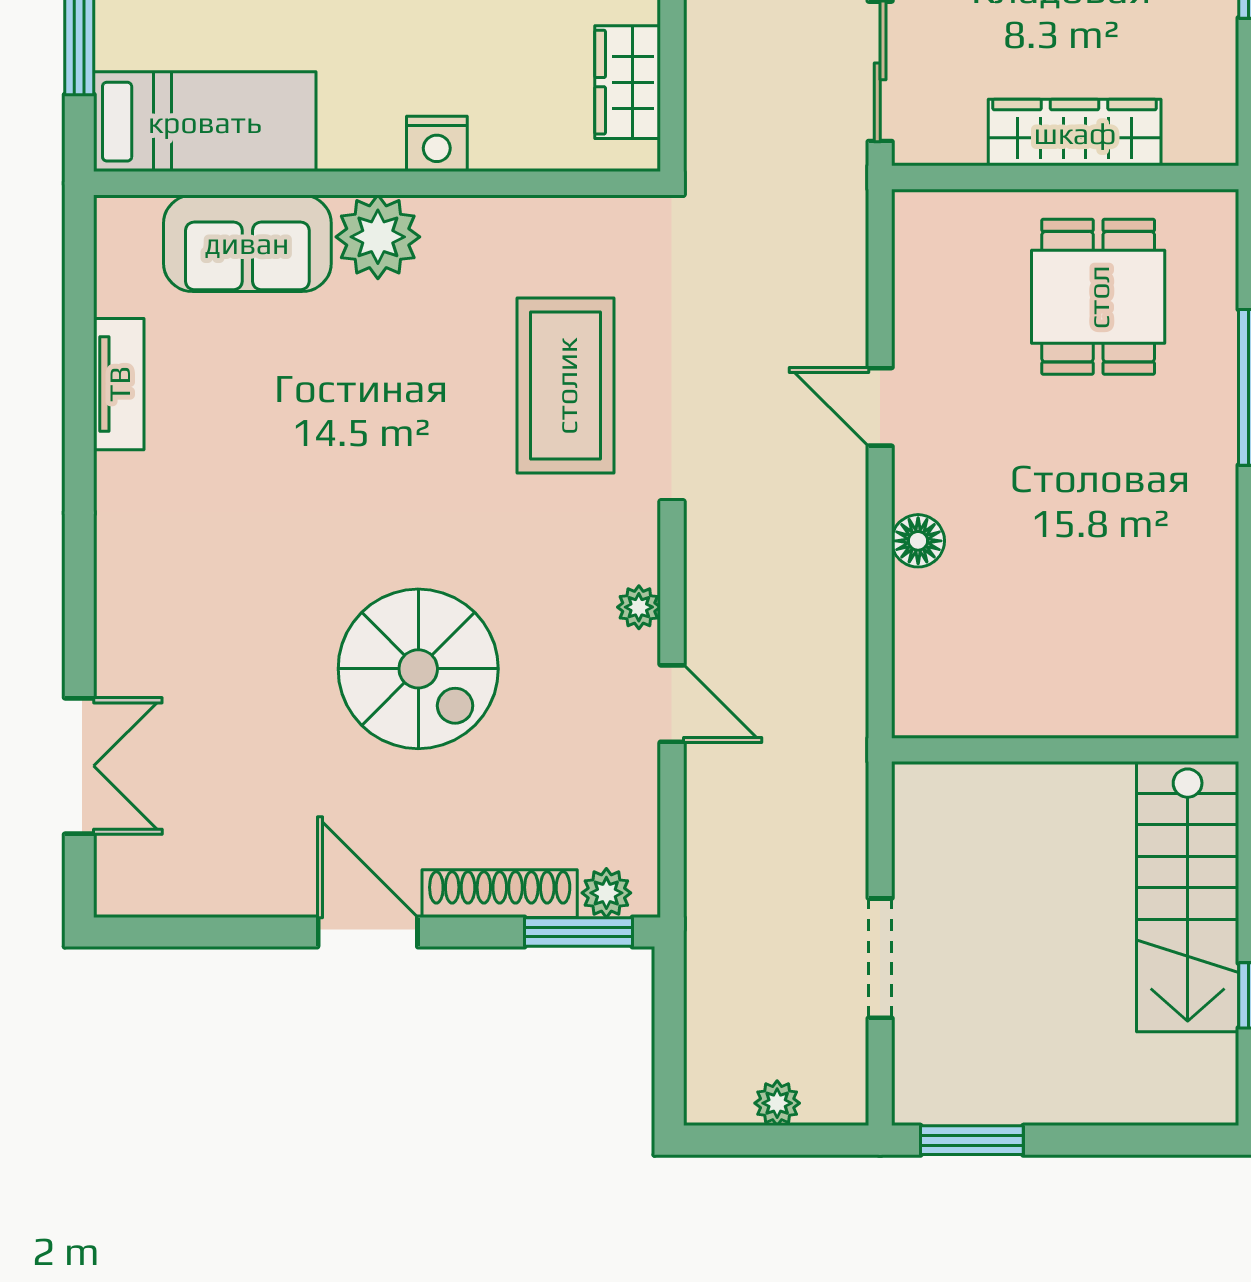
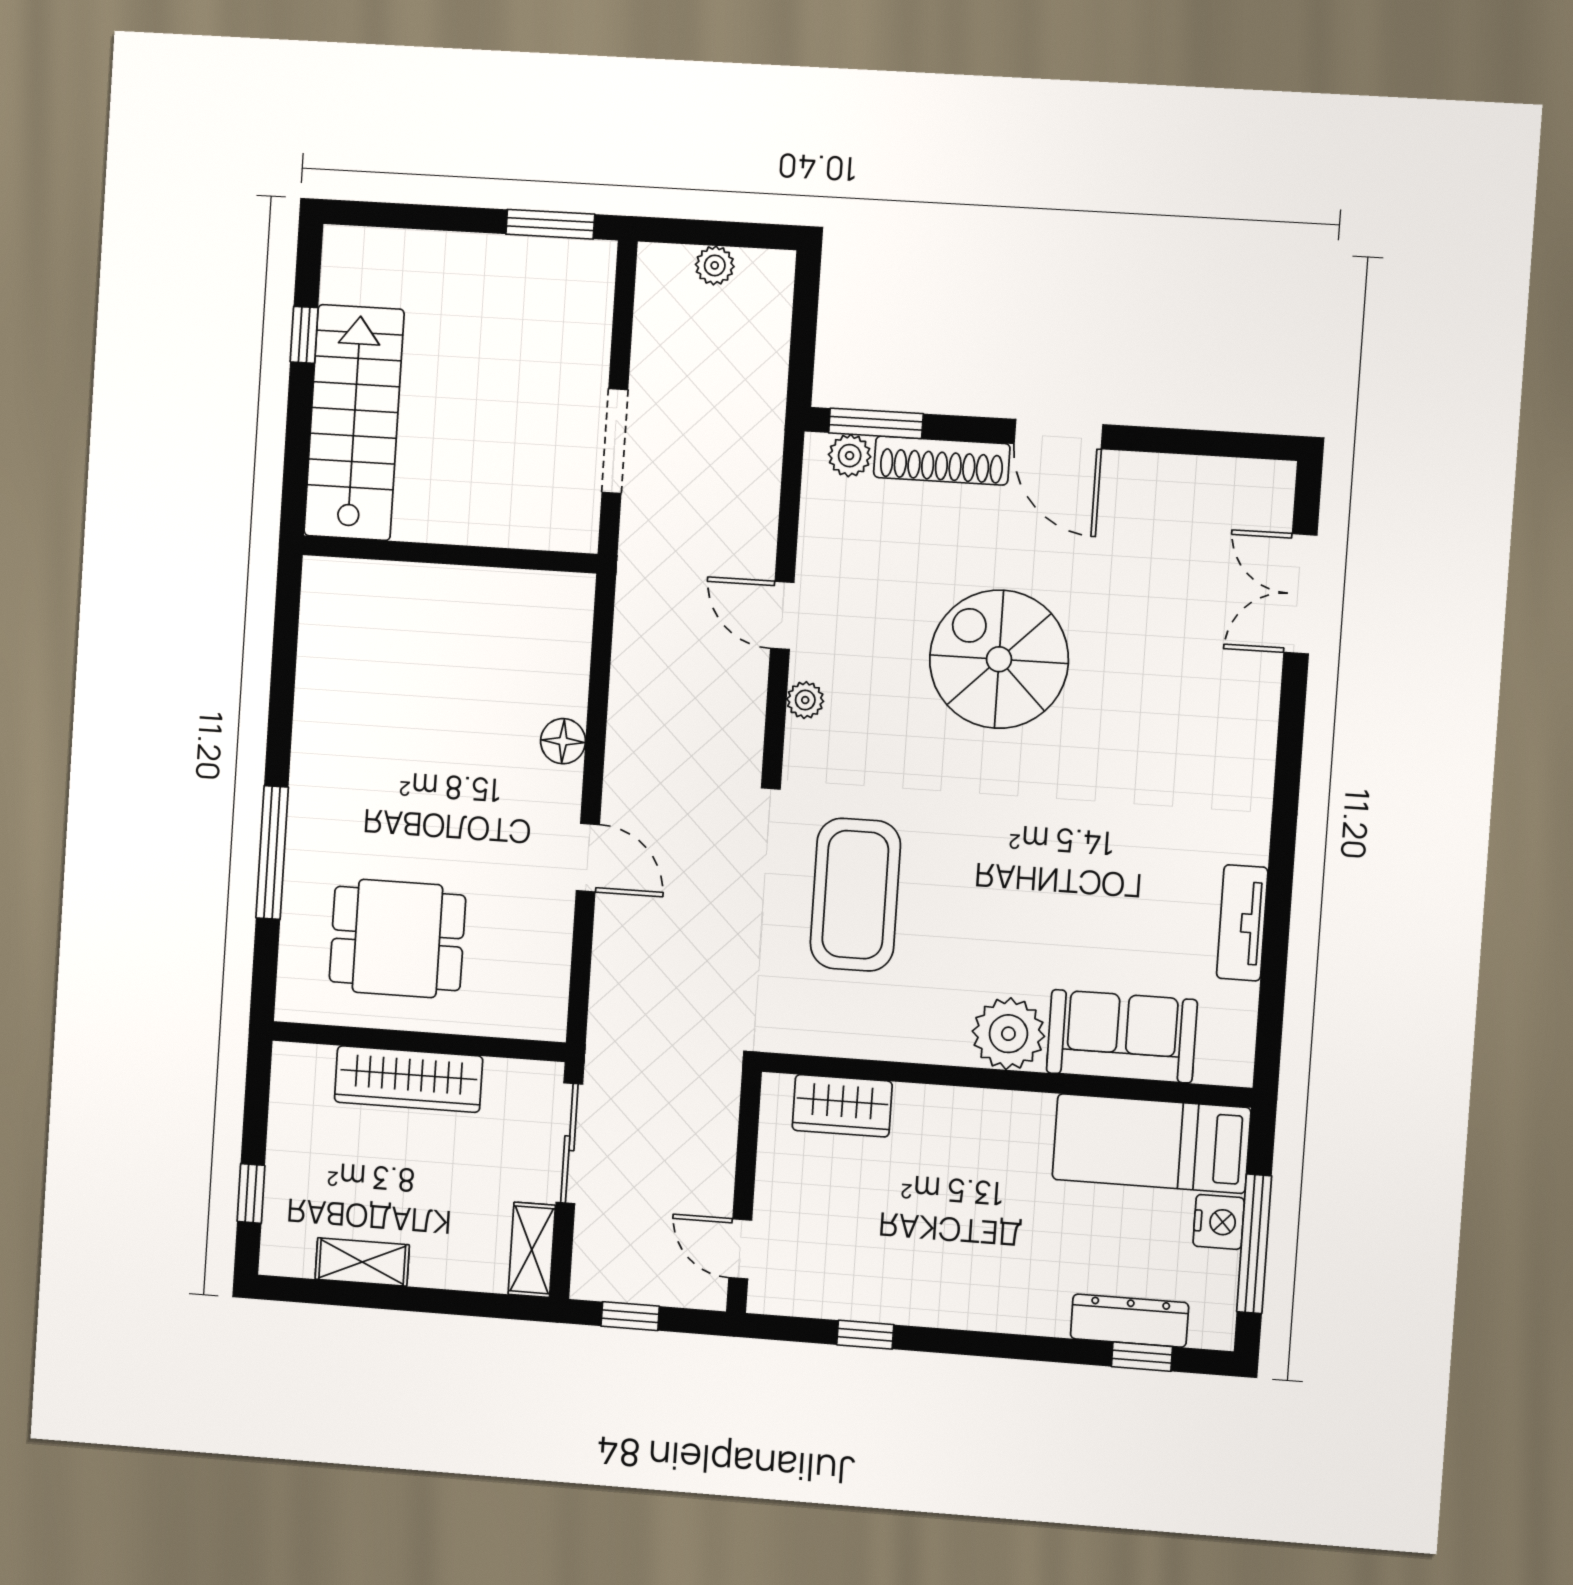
wardrobe: (628, 82) -> (842, 1106), moved, turned 90
nightstand: (437, 144) -> (1219, 1222), moved, turned 90
dining table: (1098, 297) -> (397, 938), turned 90
doorway: (880, 958) -> (615, 441), moved

